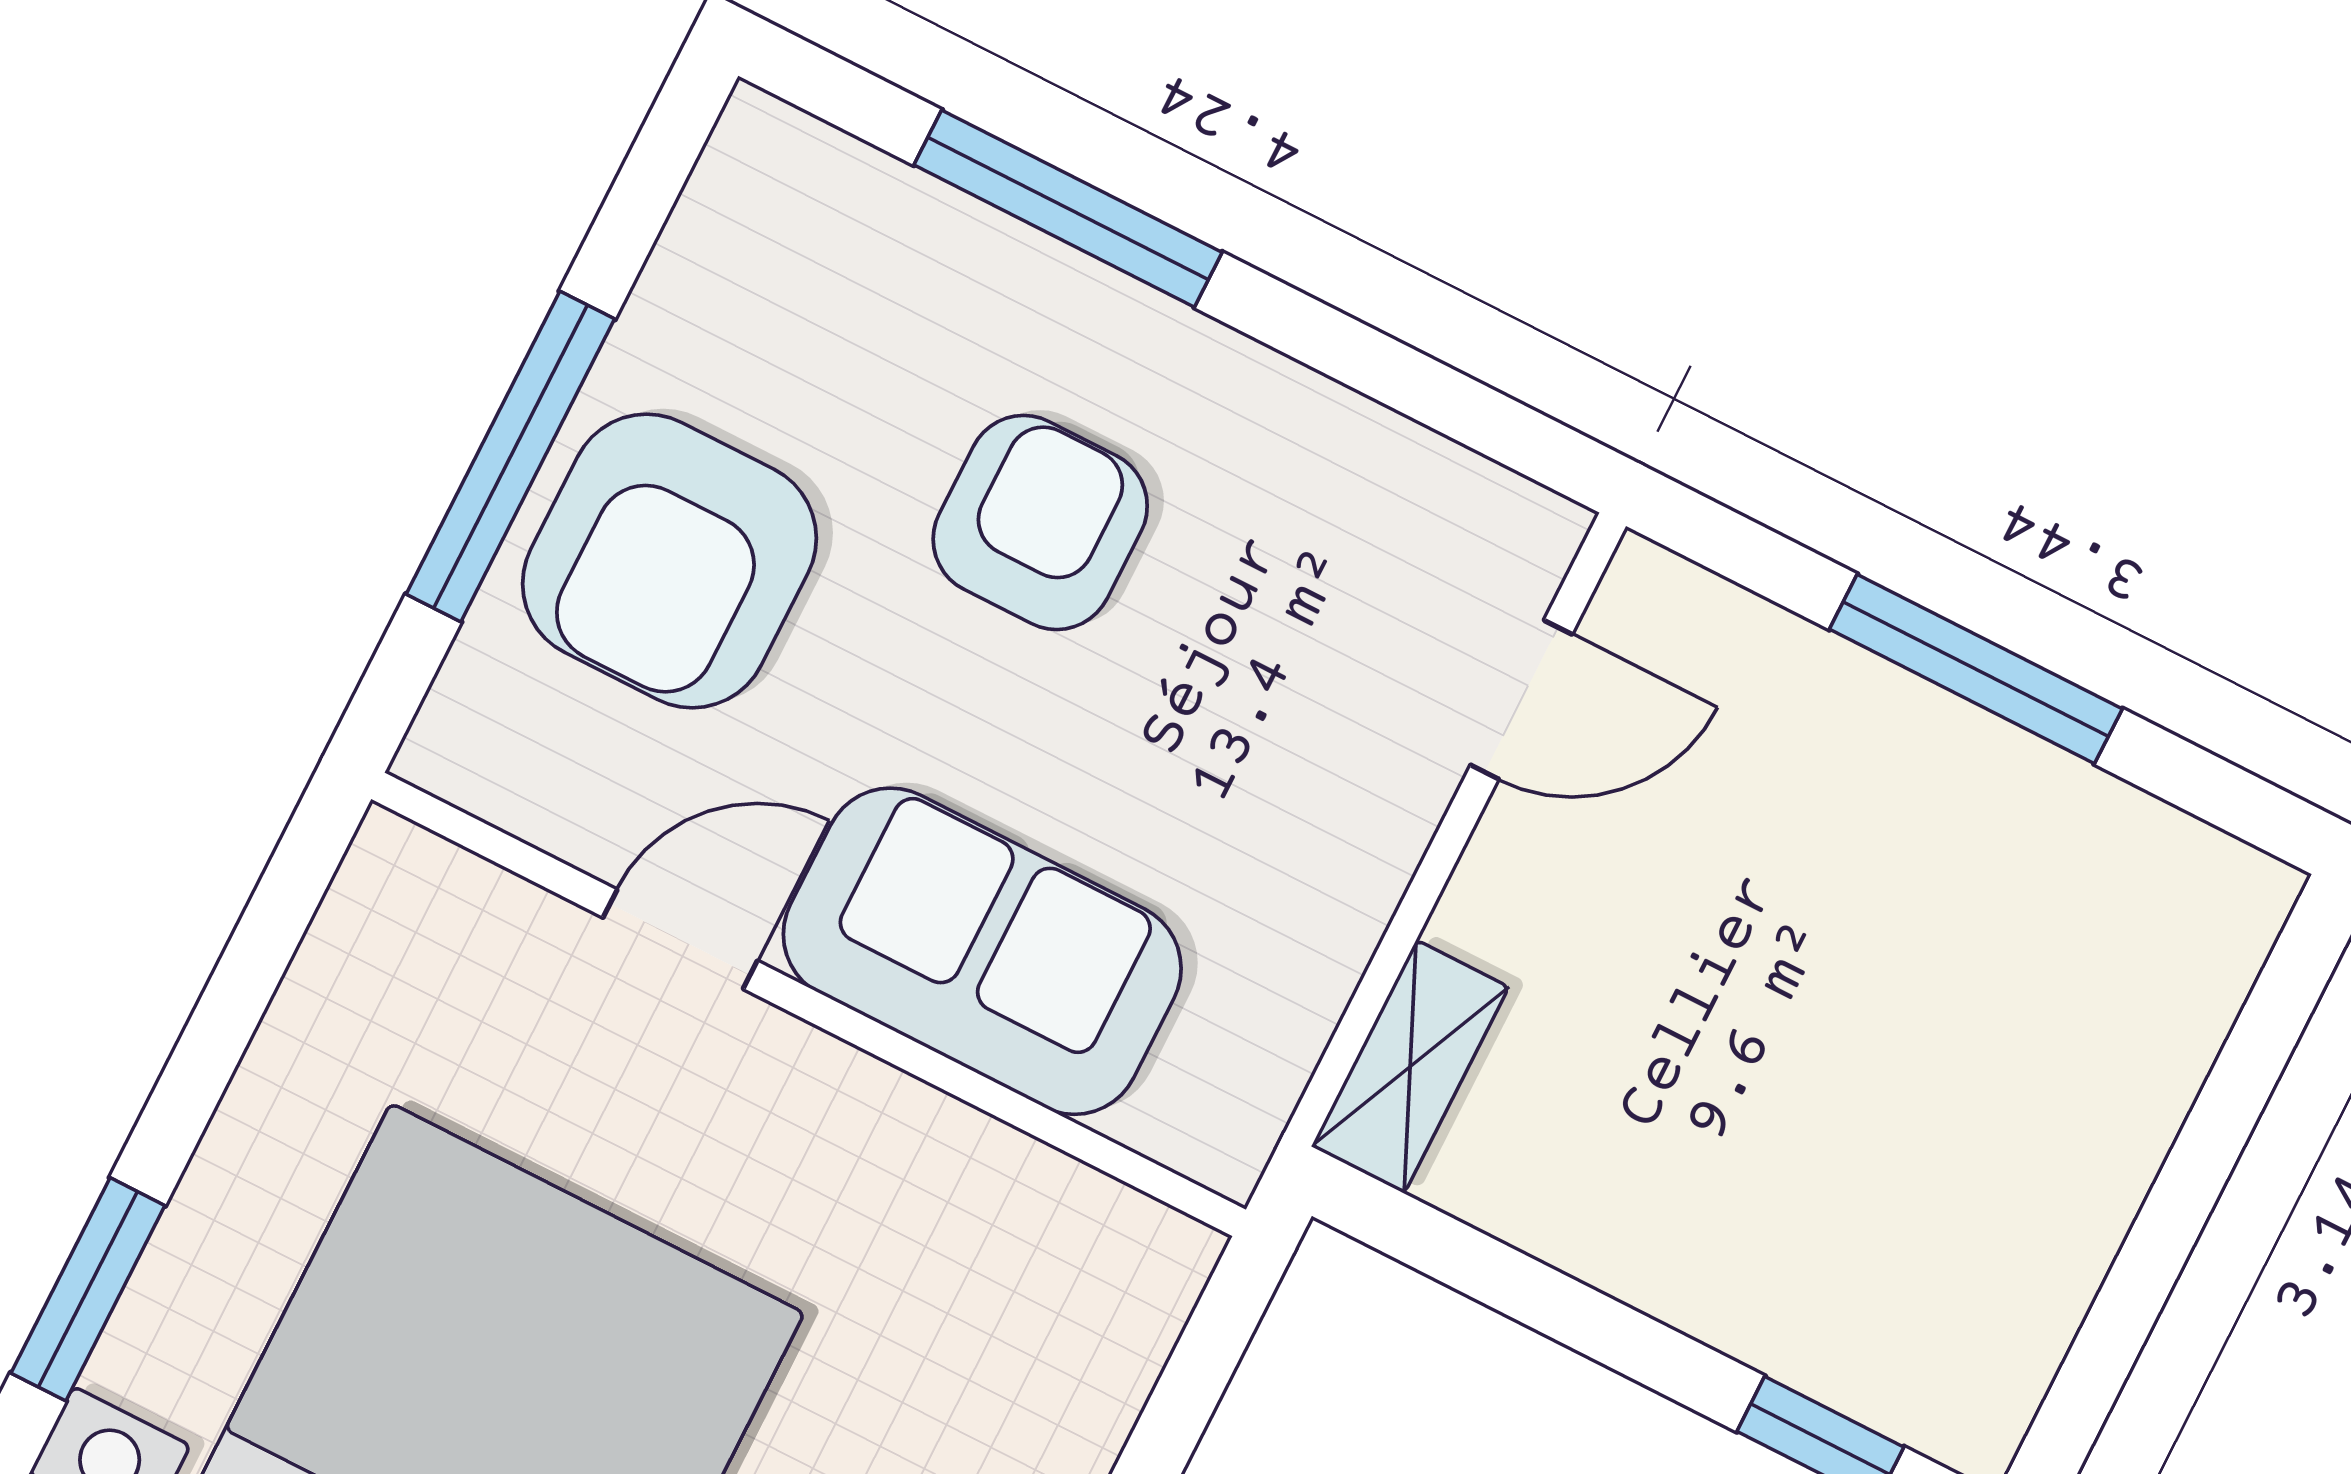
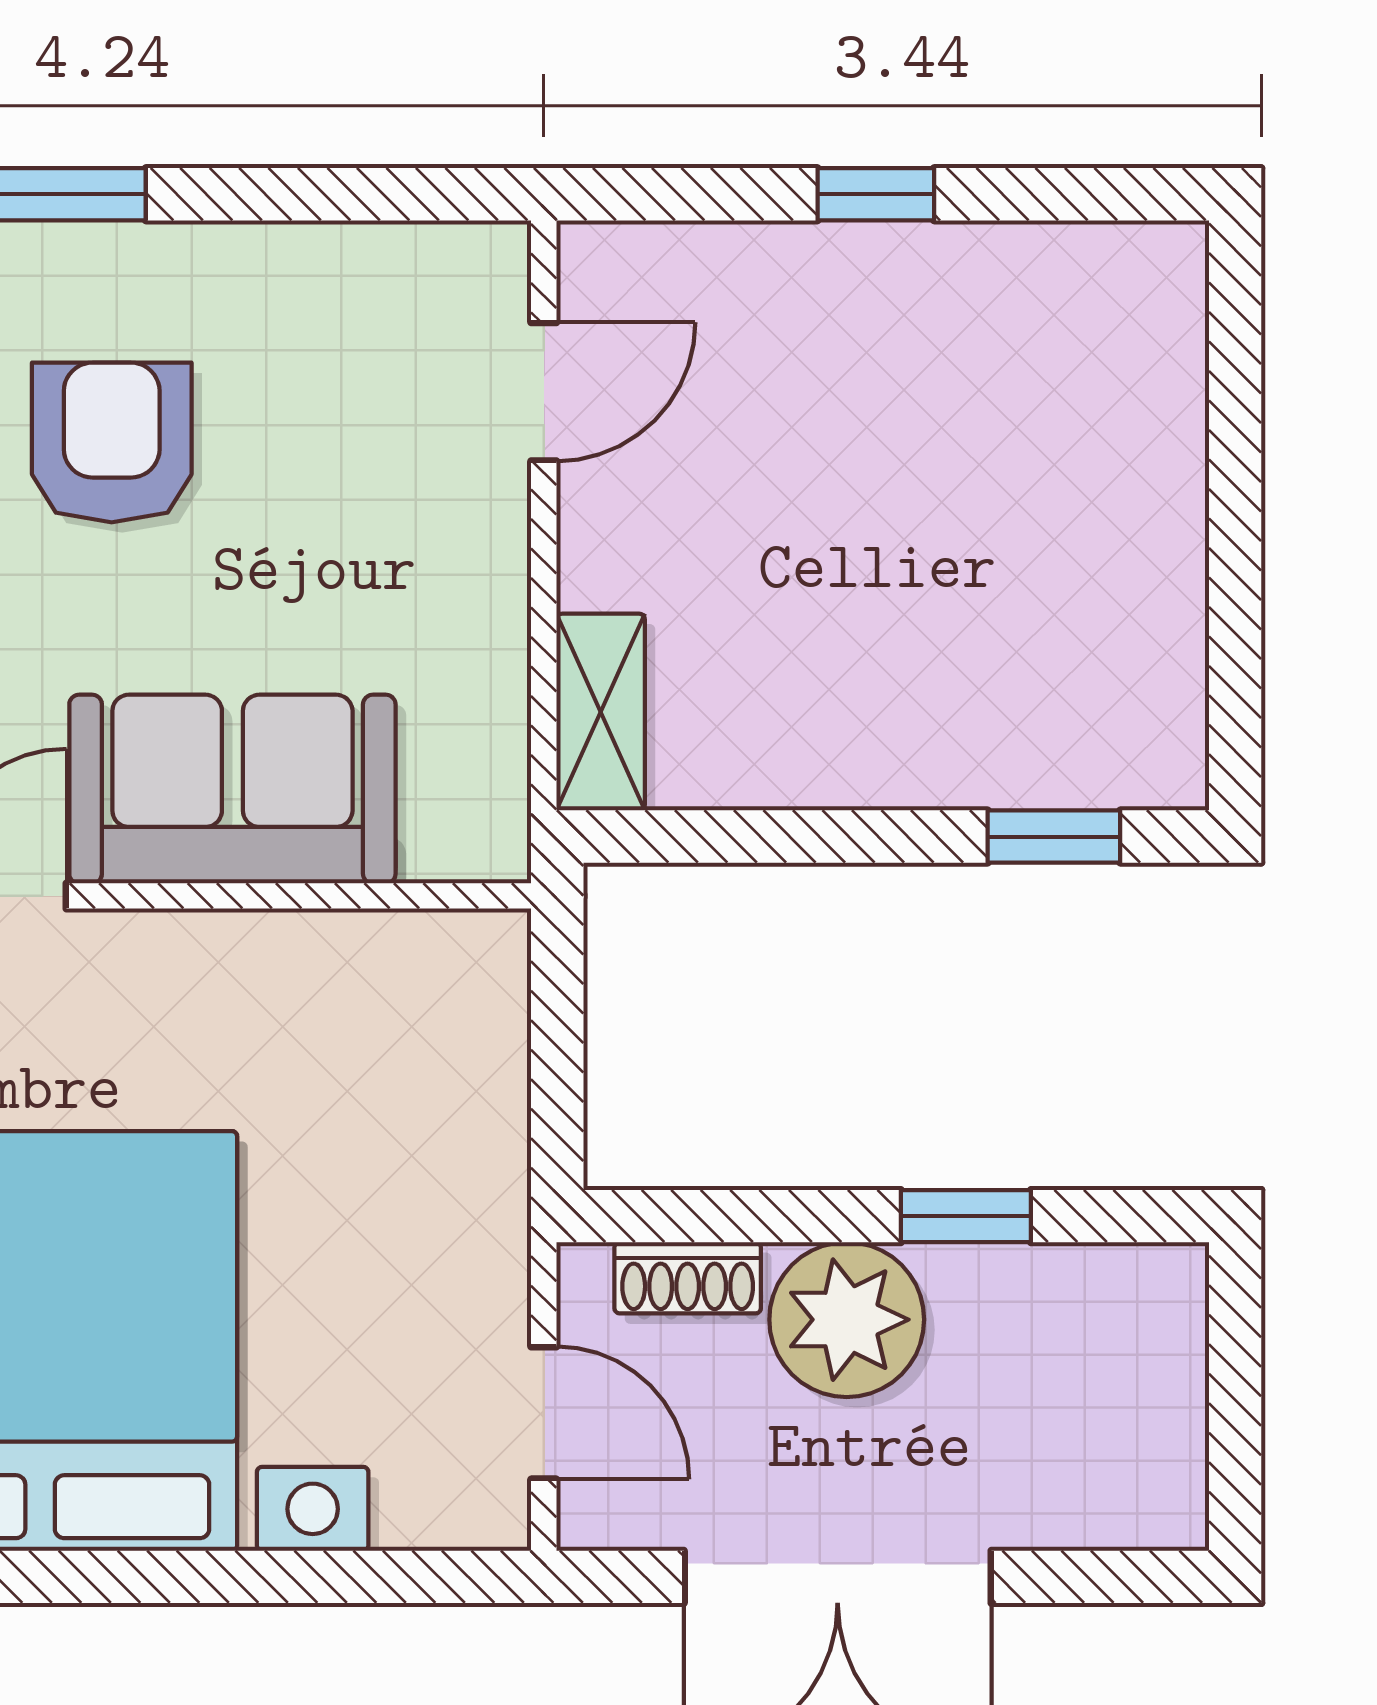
window: (1976, 669) -> (876, 194), width x0.46

